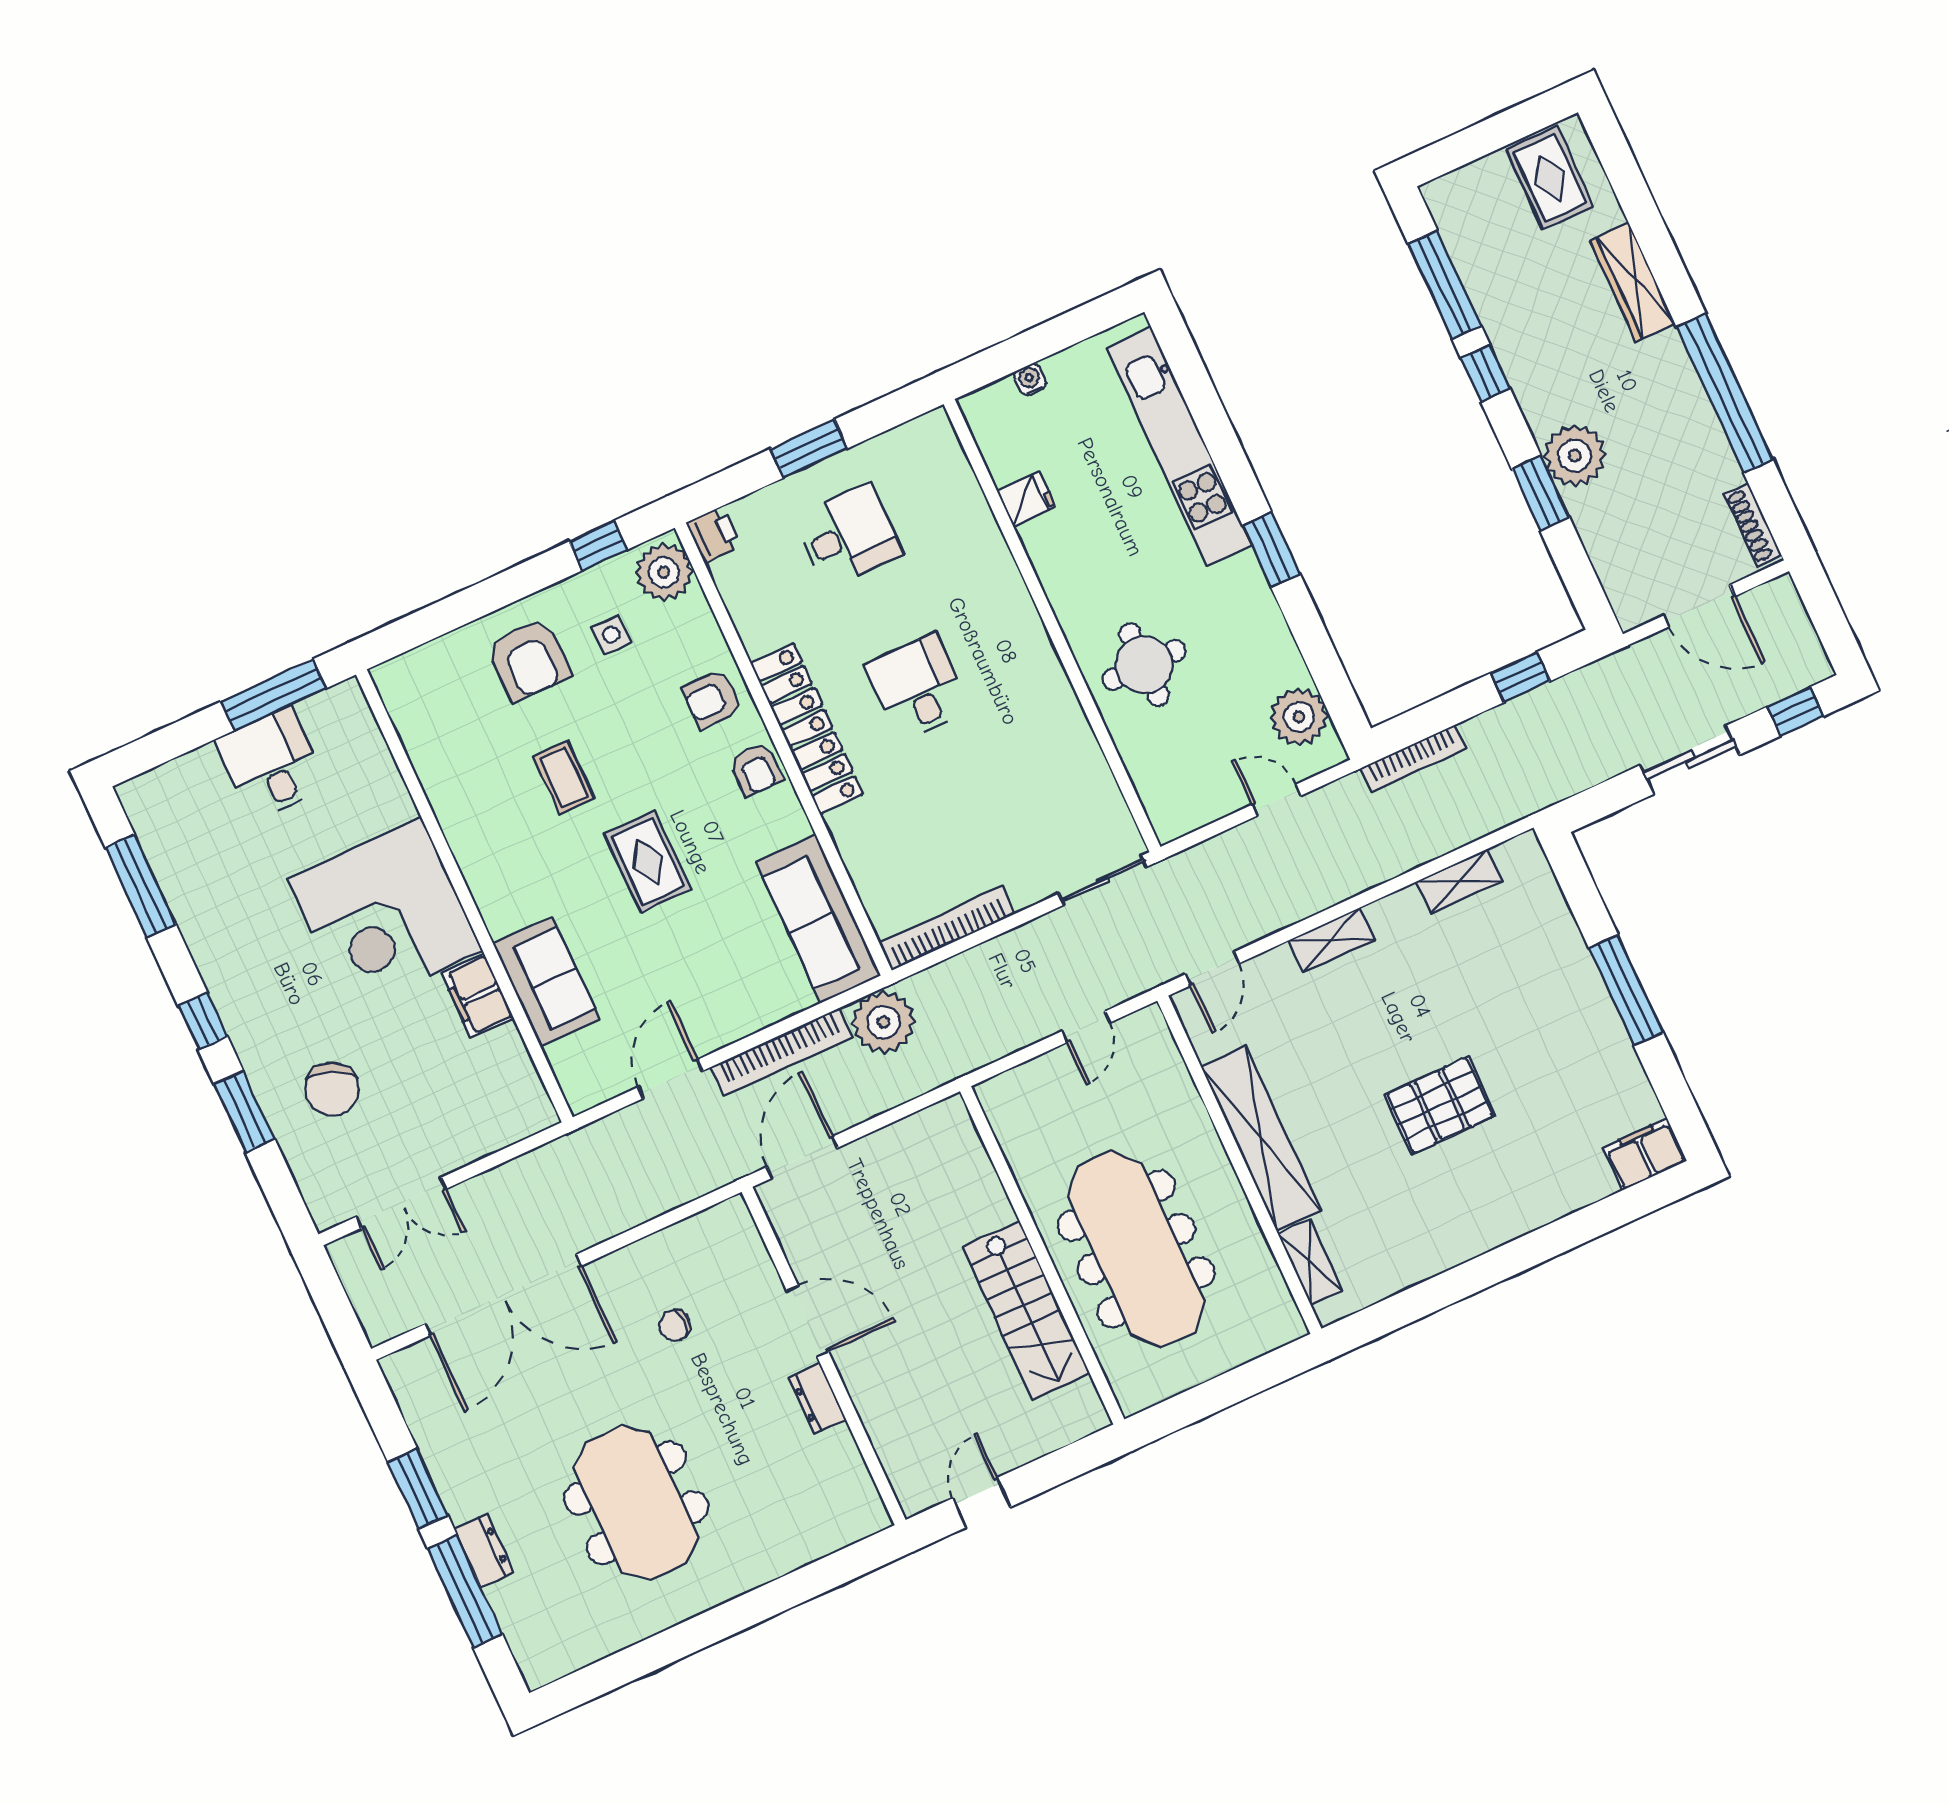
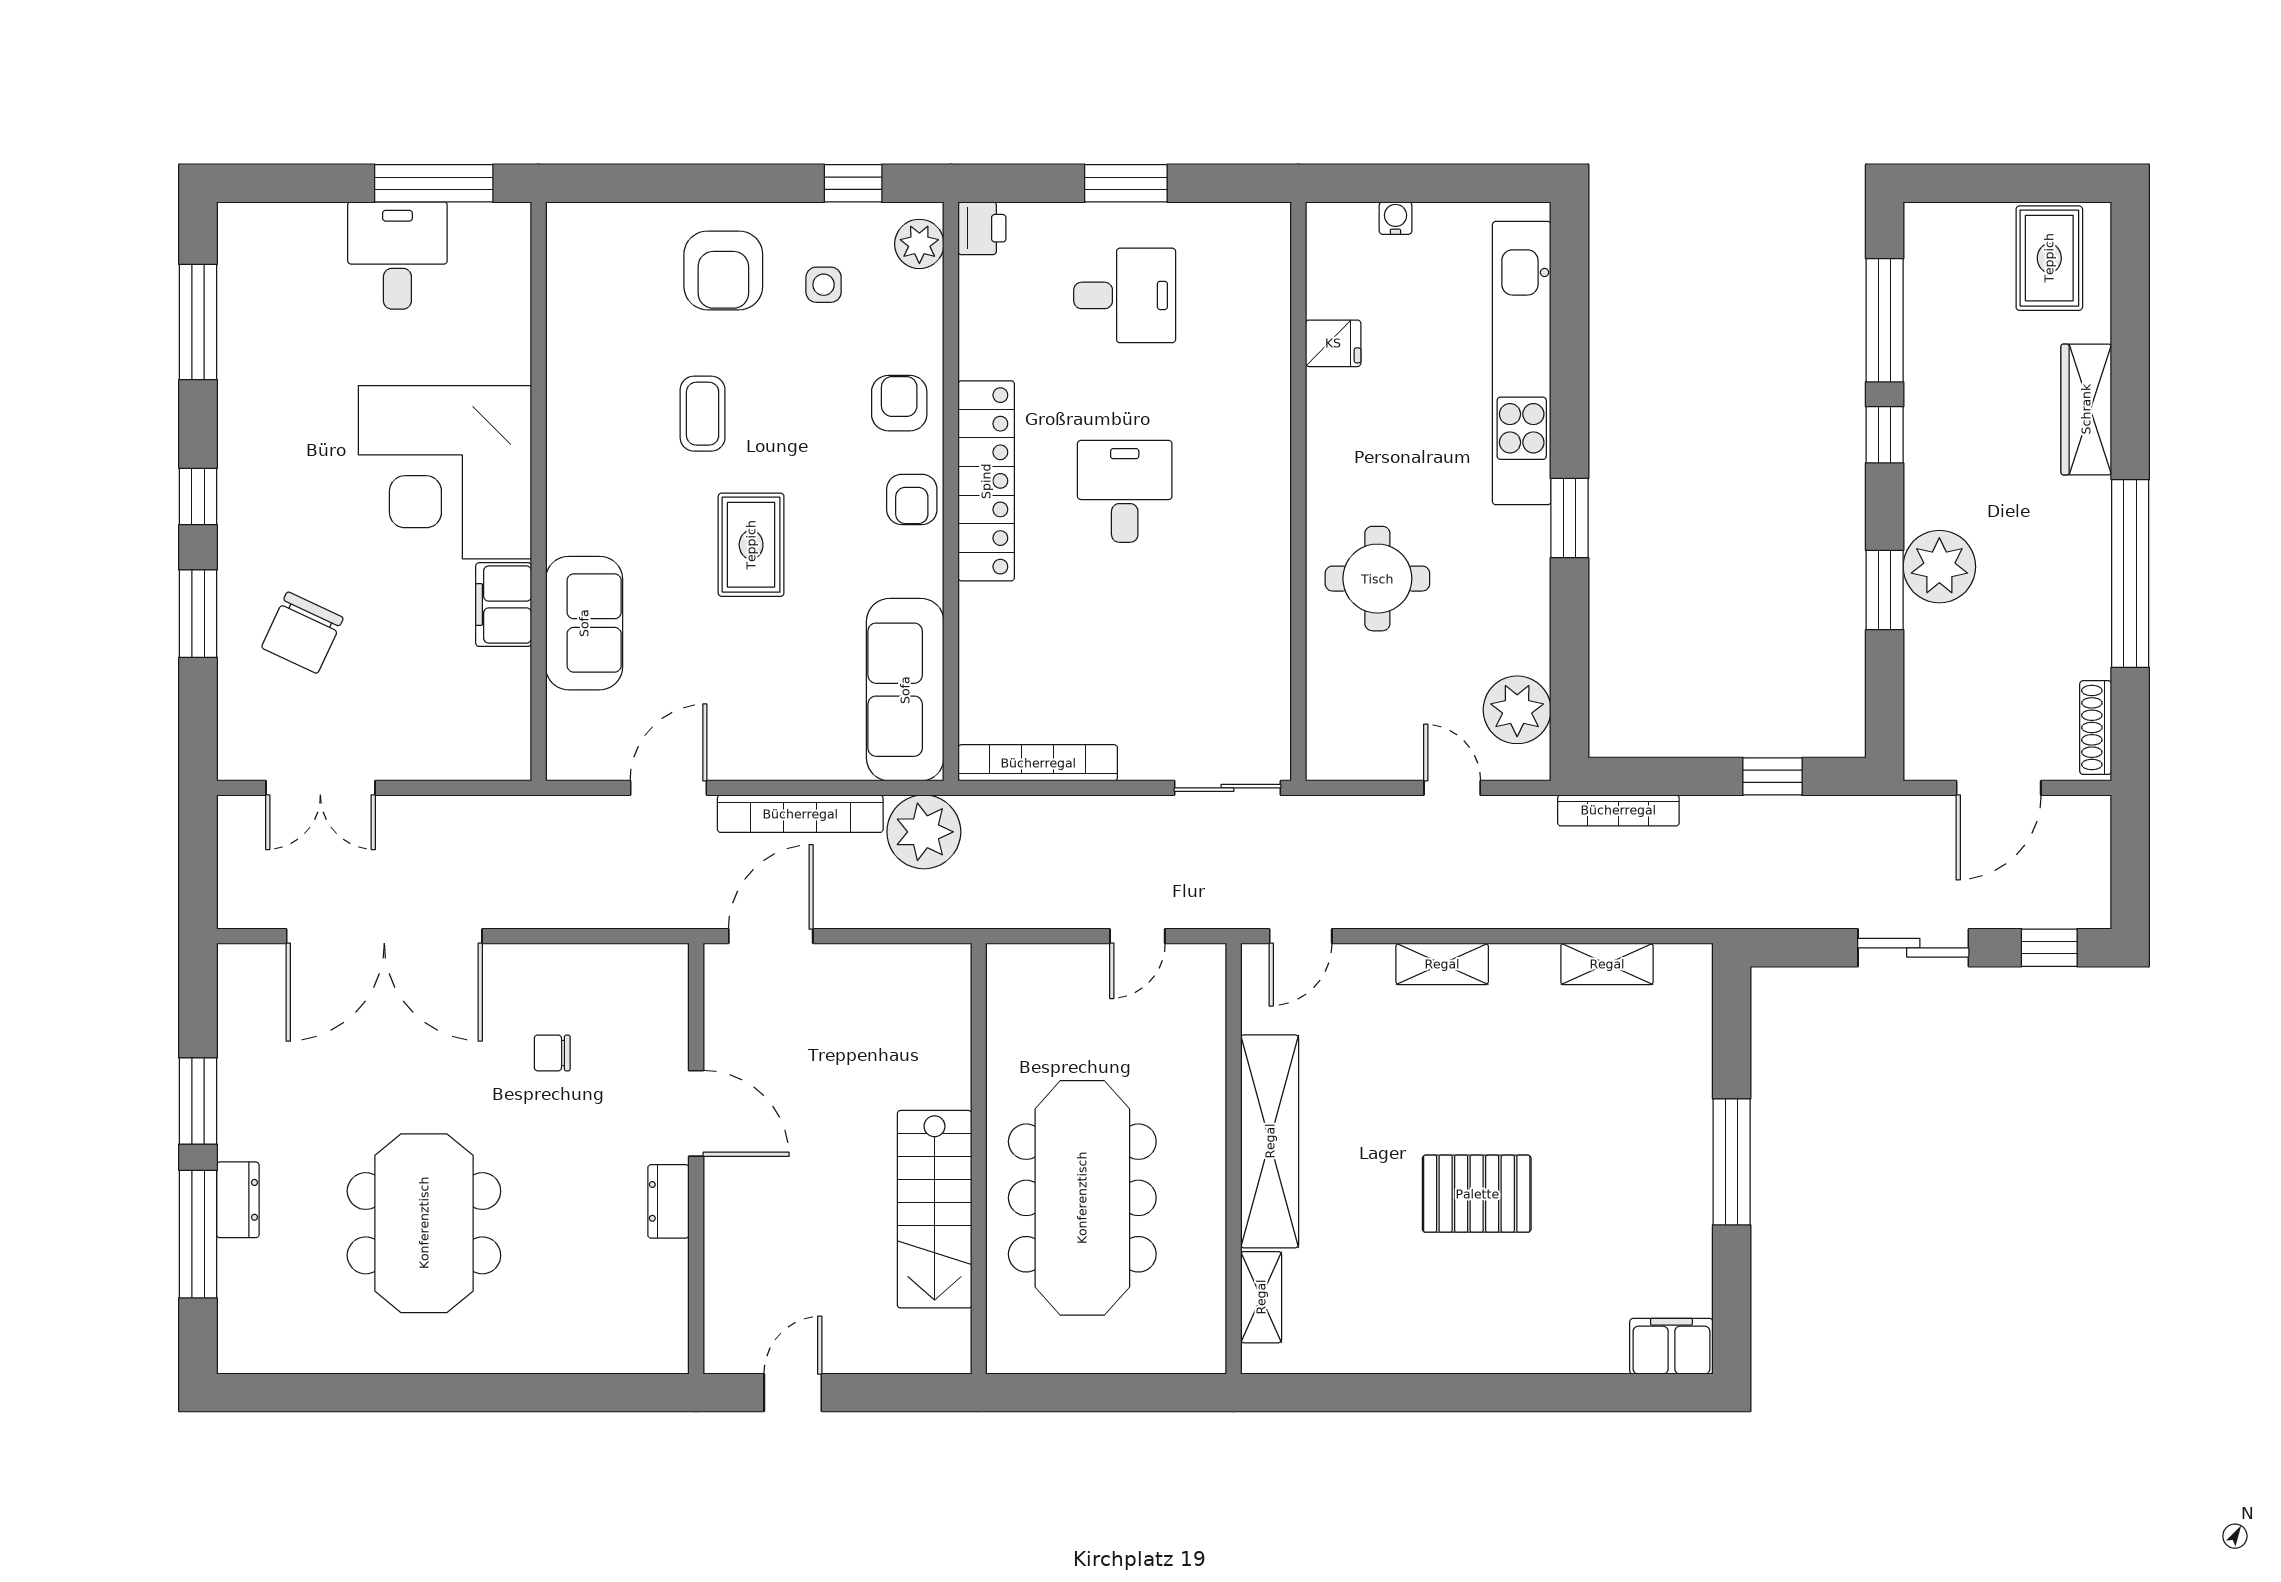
plant: (664, 572) -> (919, 244), width x0.73, depth x0.73
door: (1699, 606) -> (1999, 788), hinge flipped
armchair: (712, 699) -> (899, 403), turned 90

